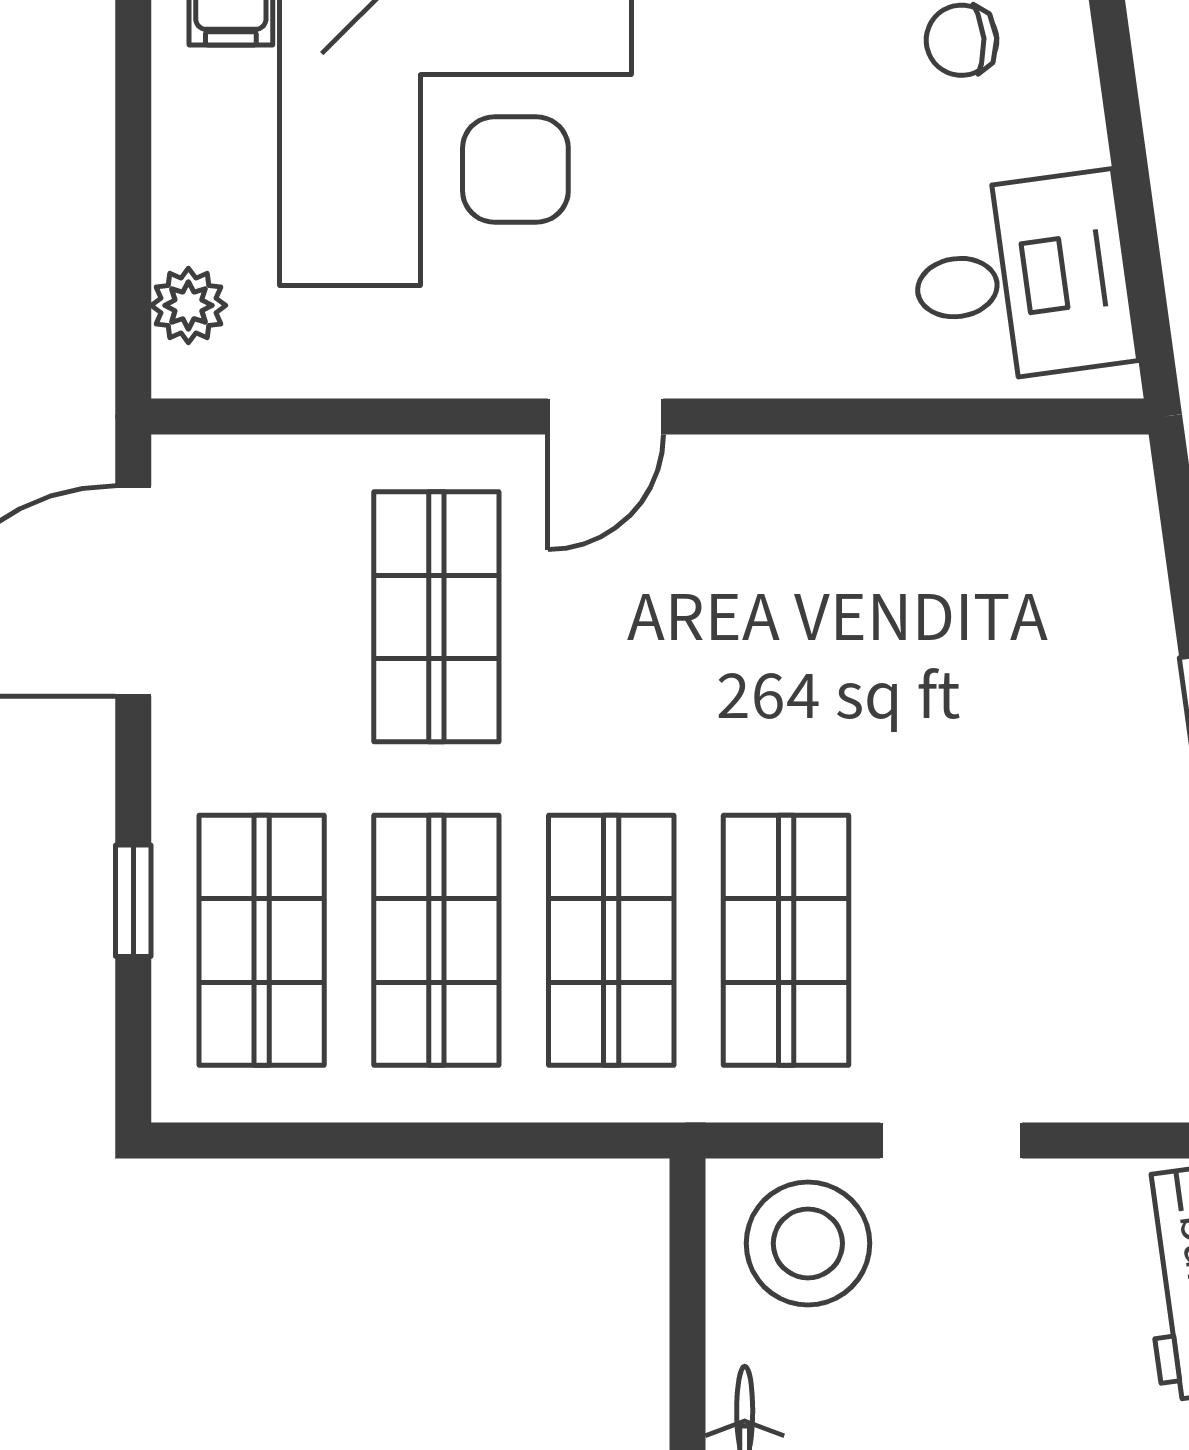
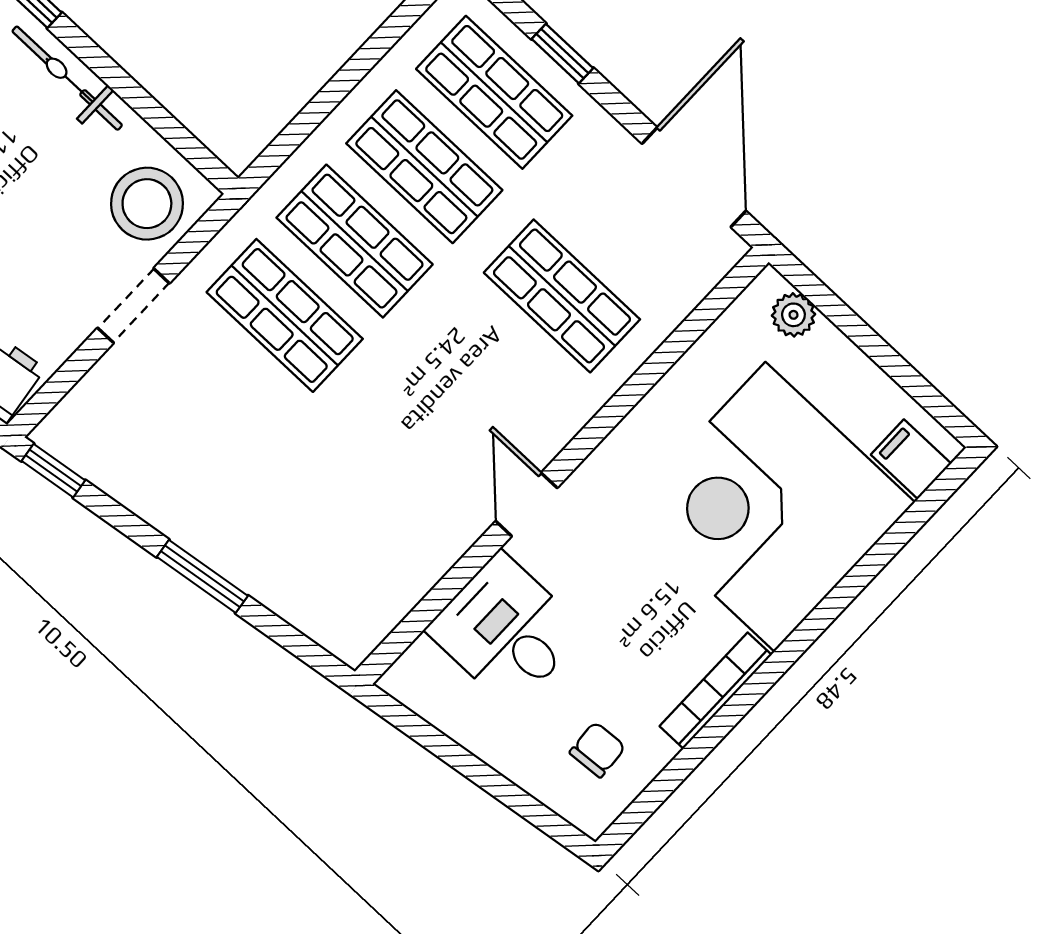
desk: (1022, 279) -> (506, 631), moved, turned 98
door: (606, 417) -> (526, 505), moved

